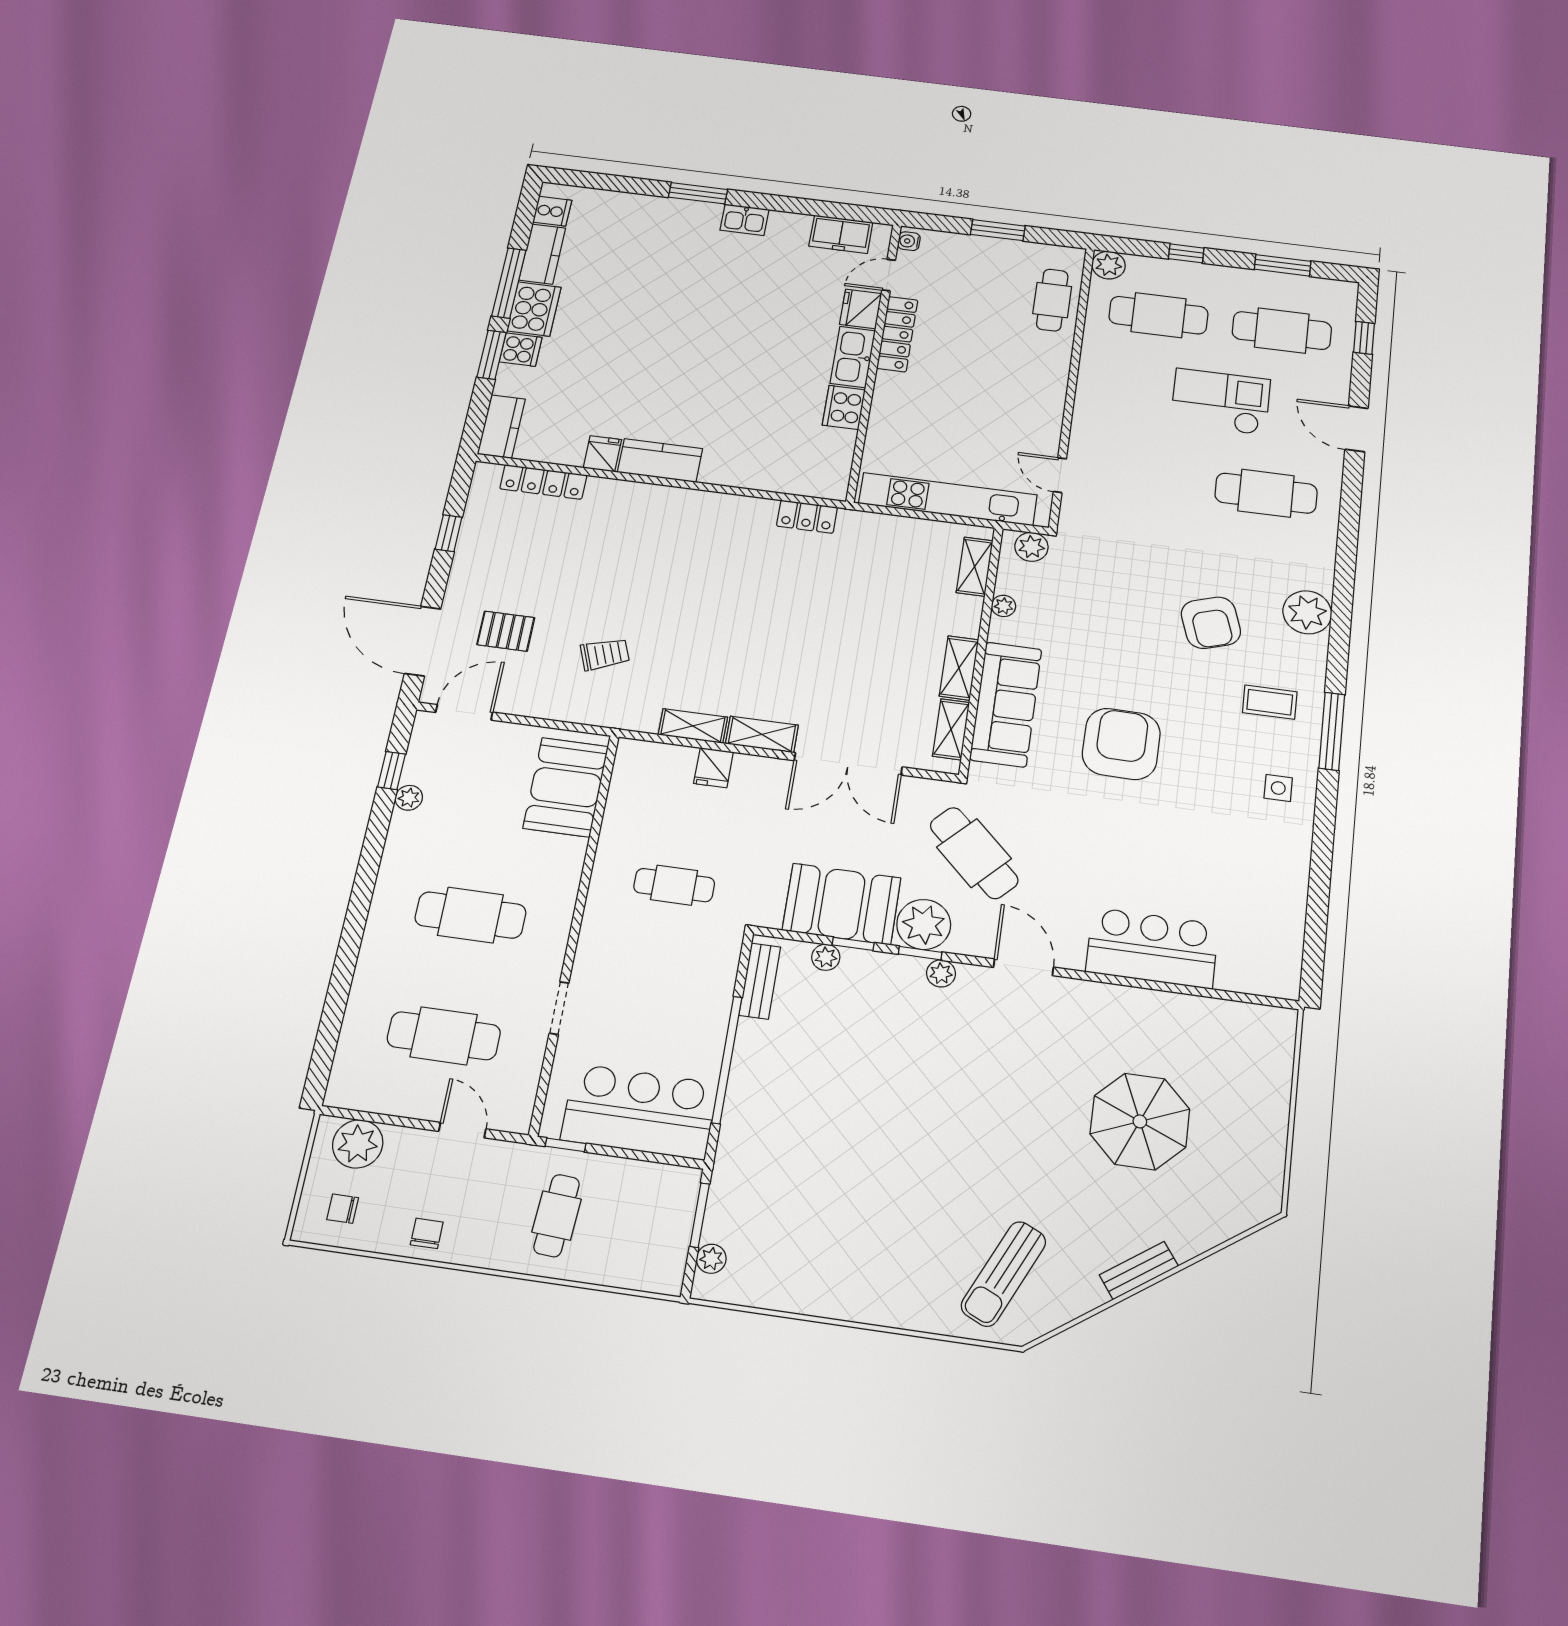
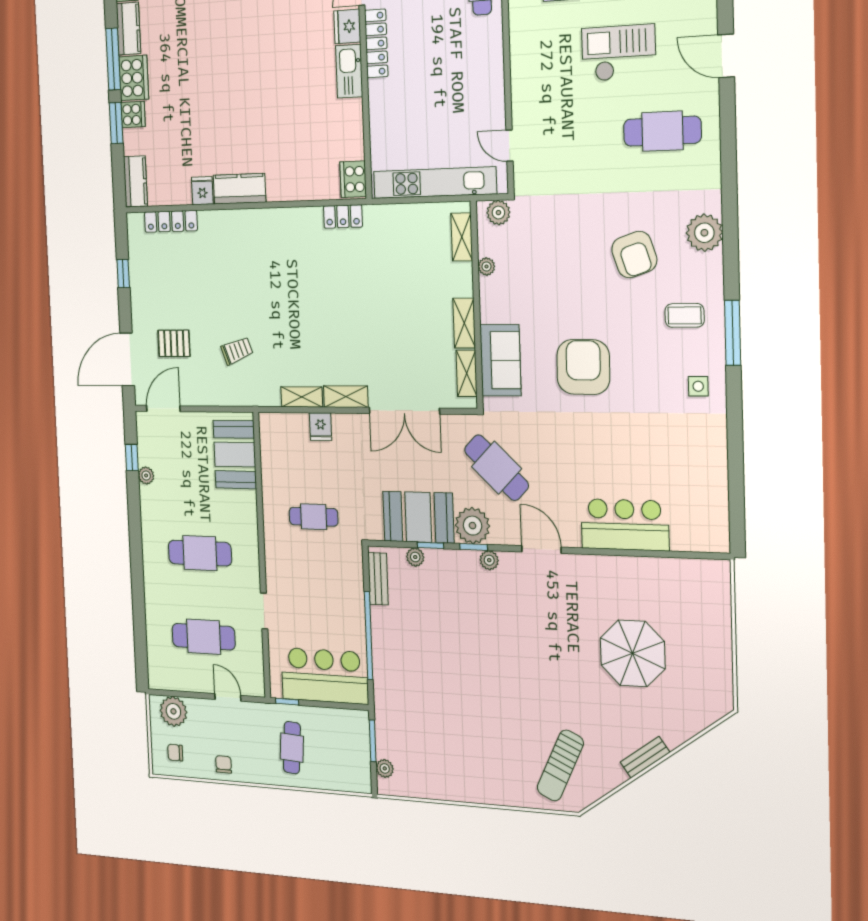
cooker: (844, 407) -> (353, 179), moved
door: (423, 641) -> (127, 359), hinge flipped
sofa: (1006, 704) -> (500, 360), width x0.73

